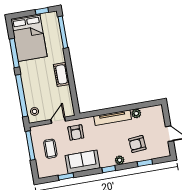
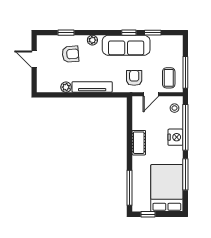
nightstand: (29, 85) -> (175, 137), added
coffee table: (50, 149) -> (169, 78), moved
sofa: (83, 162) -> (126, 45), width x1.36
window: (109, 169) -> (129, 33), moved

